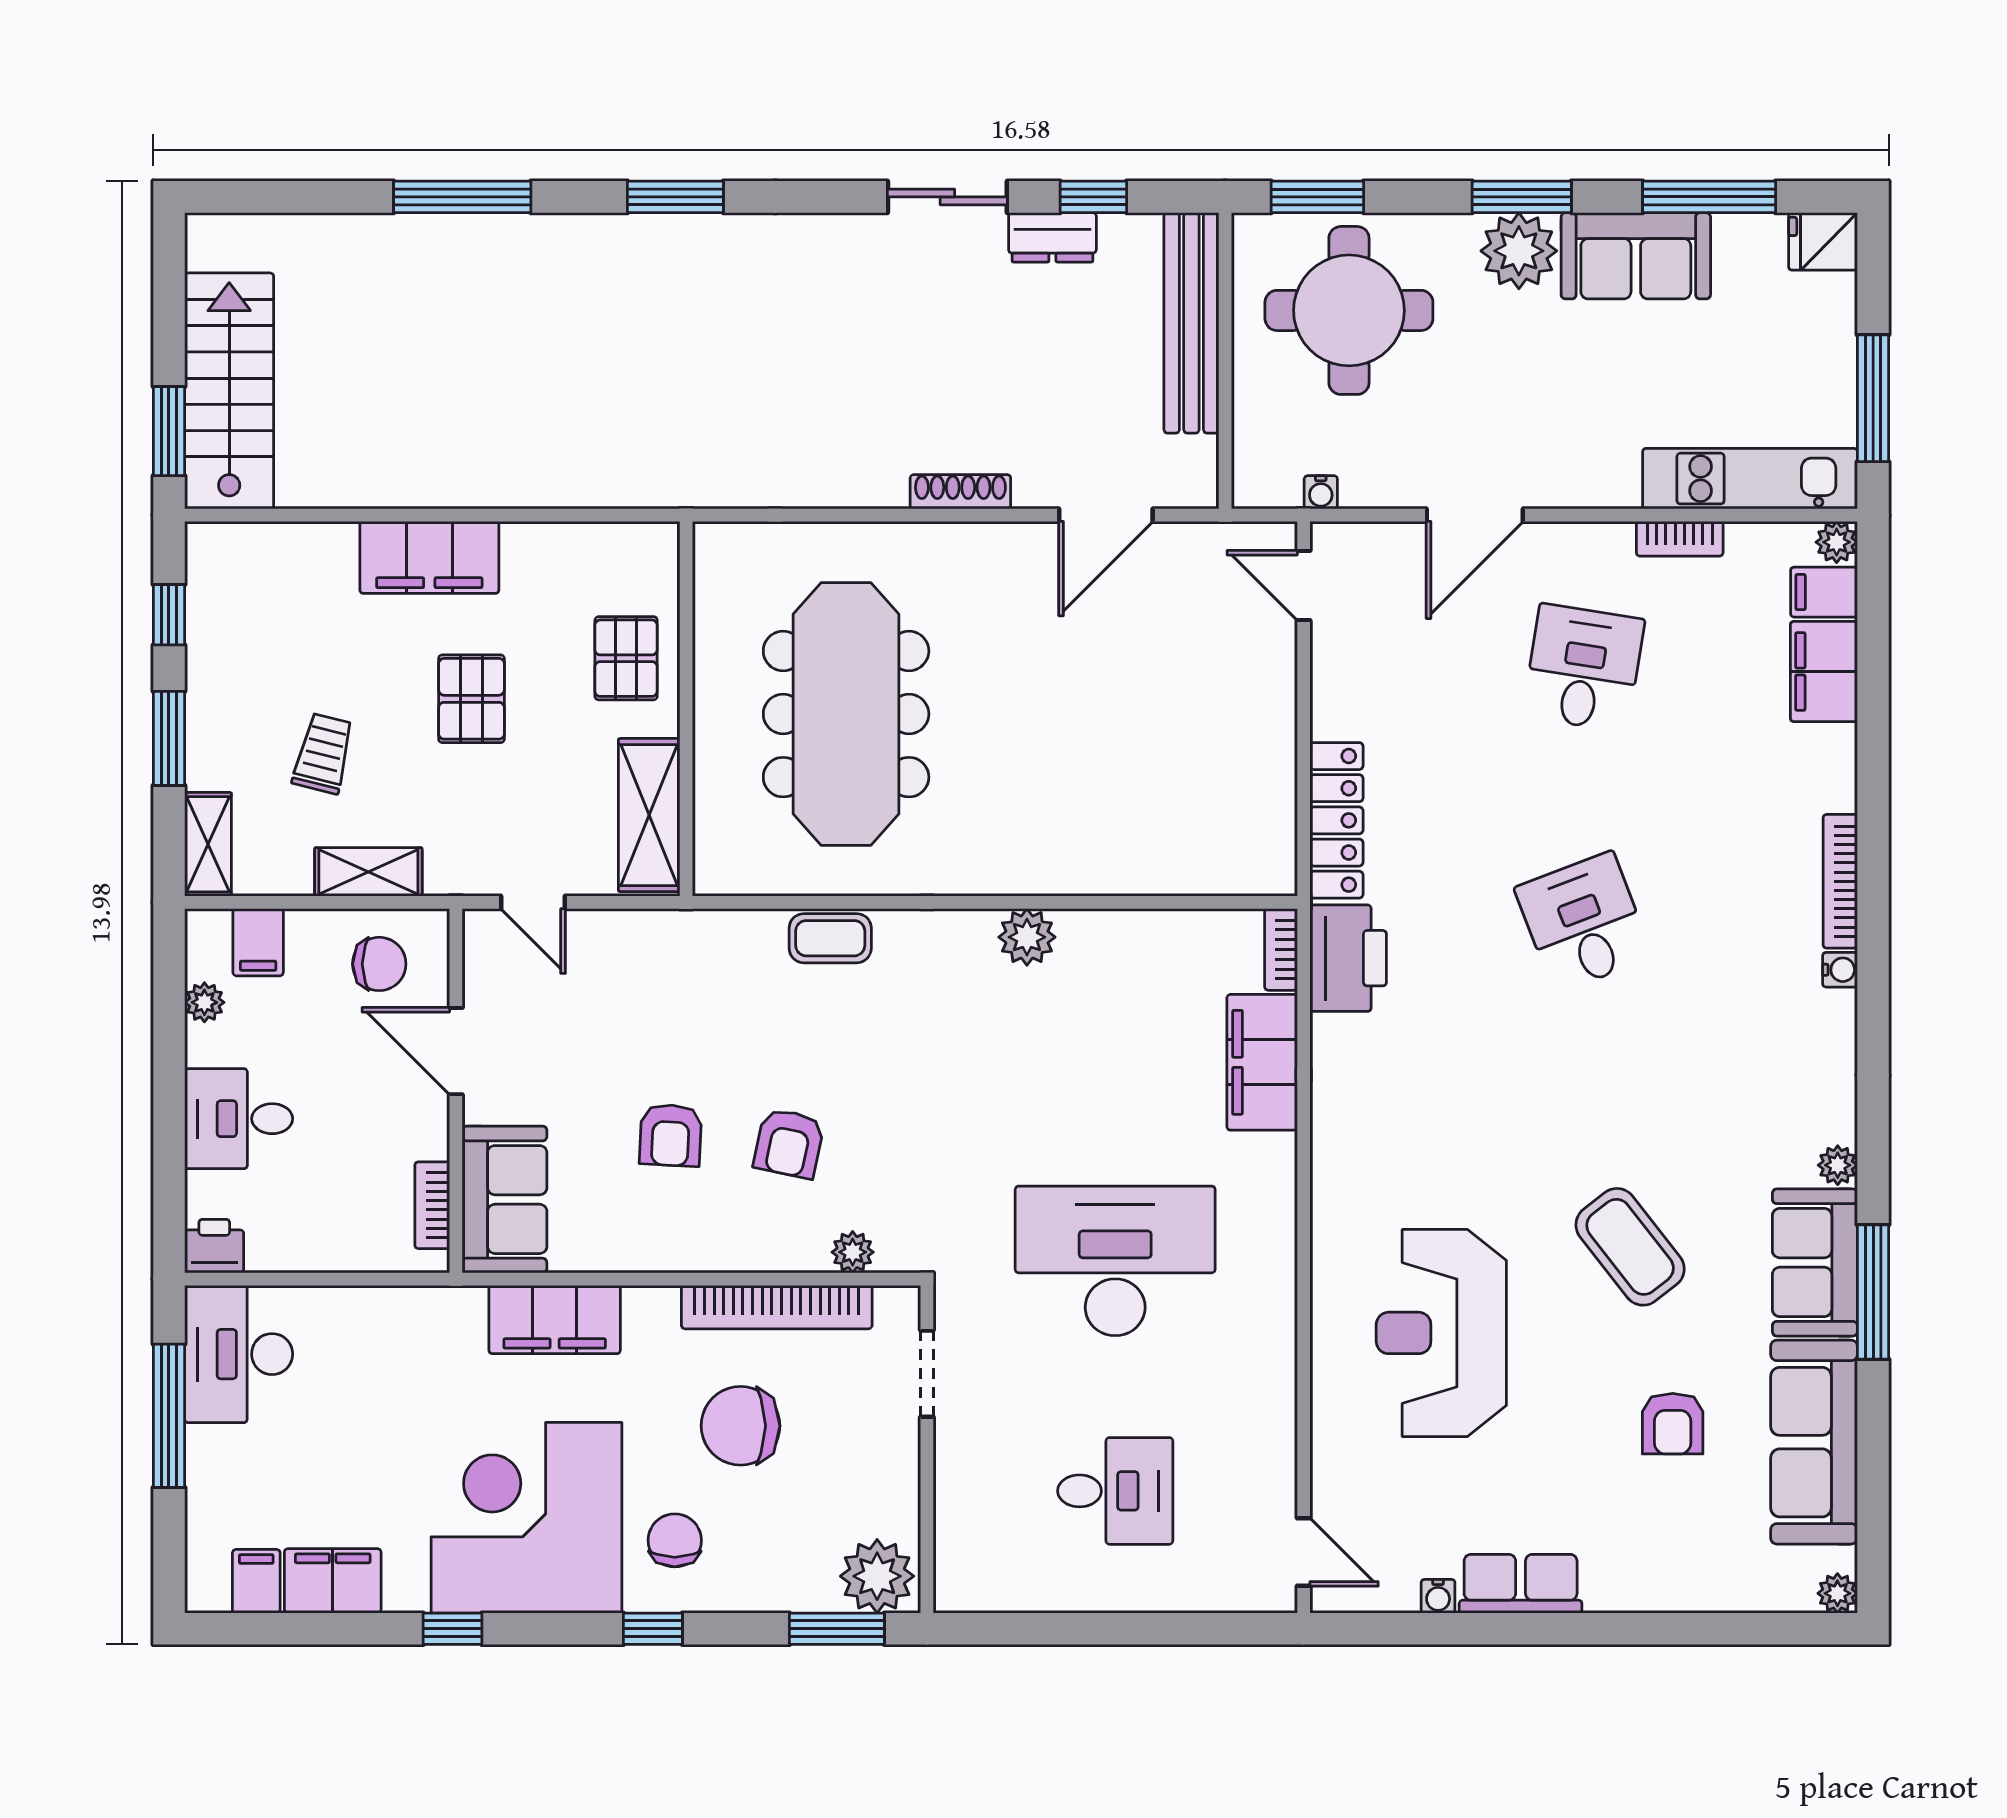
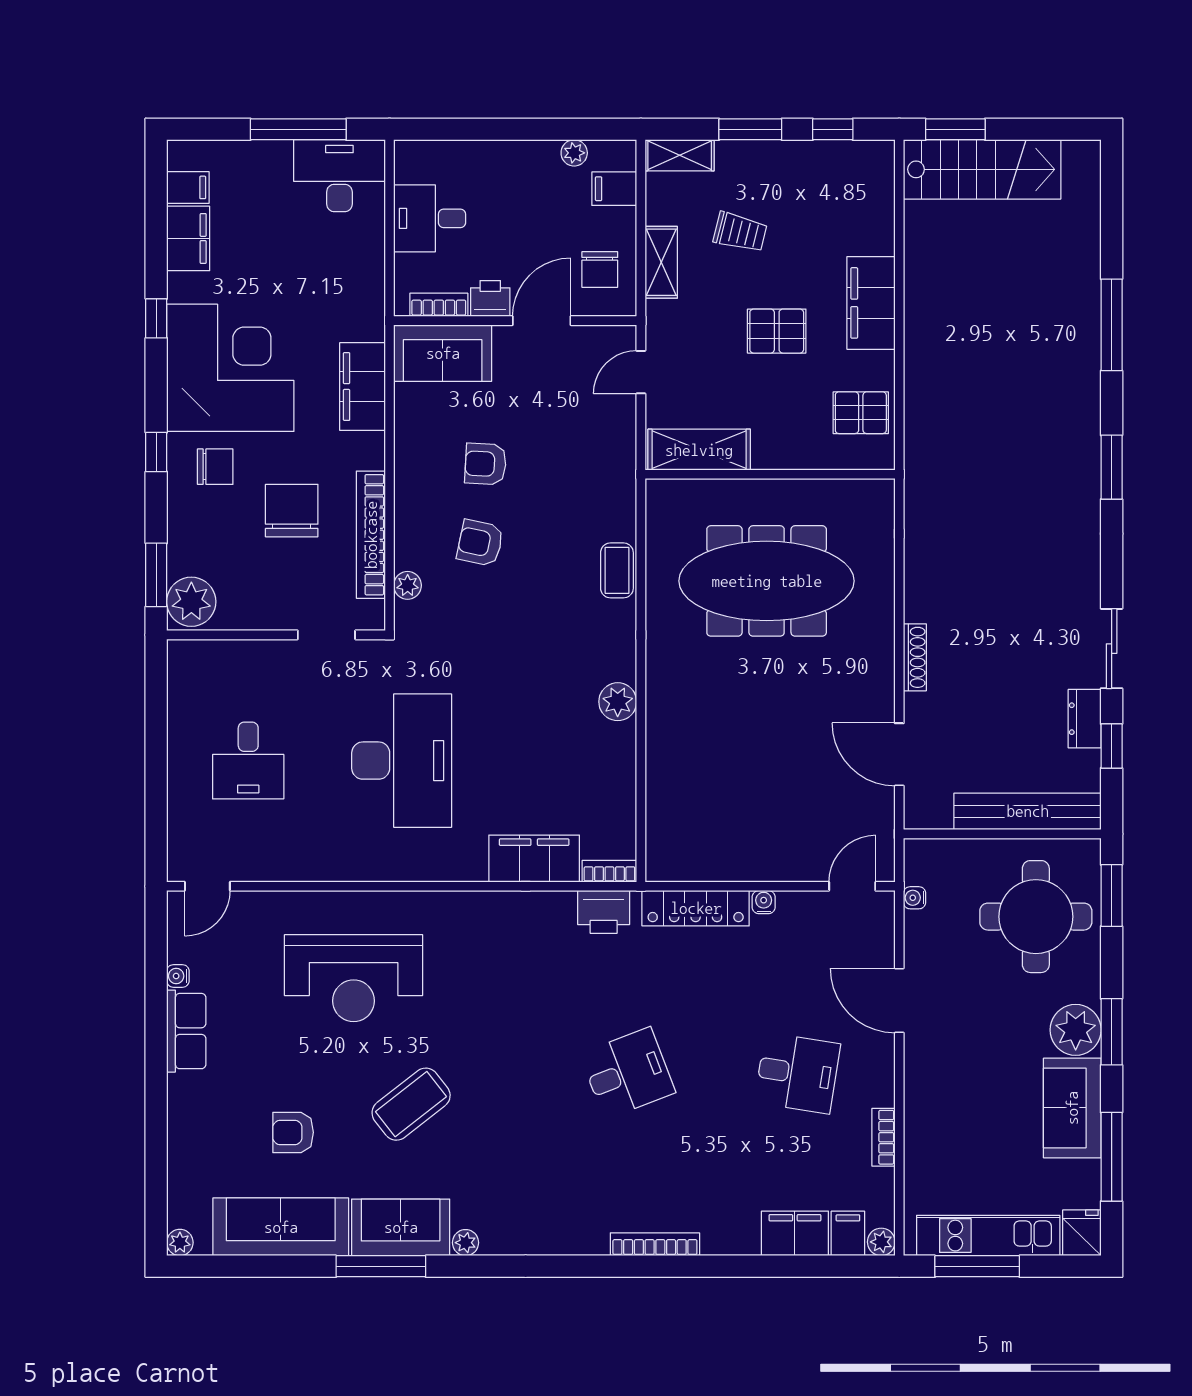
kitchen unit: (1750, 479) -> (988, 1236), moved, turned -90
pallet: (626, 658) -> (861, 413), moved
printer: (1348, 958) -> (604, 912), width x0.73, depth x0.84
water cooler: (1840, 970) -> (764, 902), moved, turned 180
desk: (239, 1119) -> (430, 218), moved, turned -90
printer: (214, 1246) -> (490, 299), moved, turned -90
reception desk: (1441, 1333) -> (354, 978), turned 180

